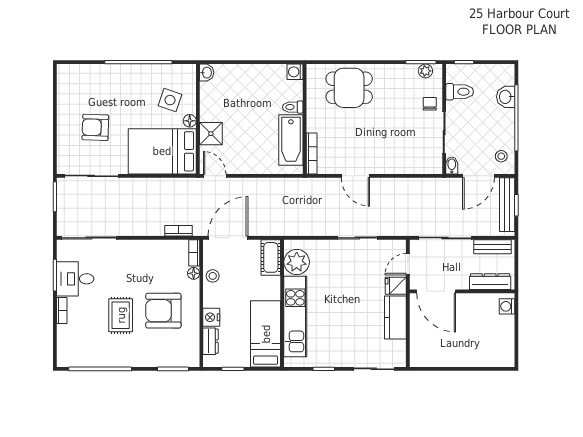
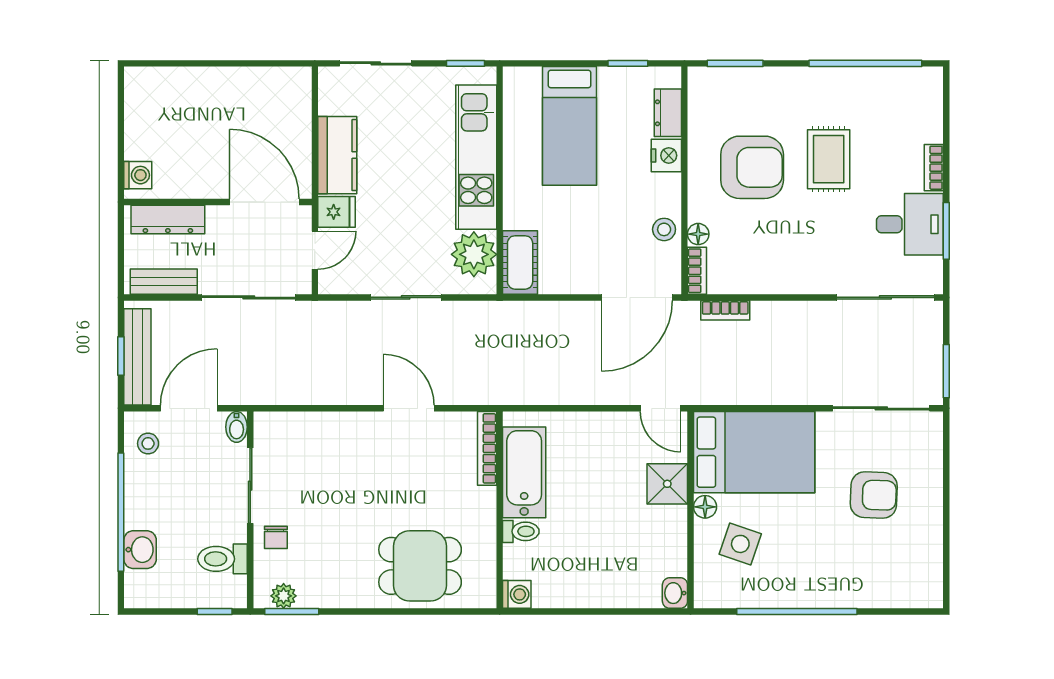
cot: (271, 257) -> (520, 262), moved
plant: (297, 262) -> (474, 254), moved
wall: (282, 303) -> (500, 180), moved
kitchen unit: (295, 316) -> (476, 157), moved

